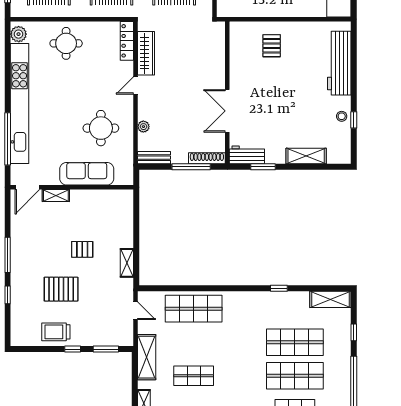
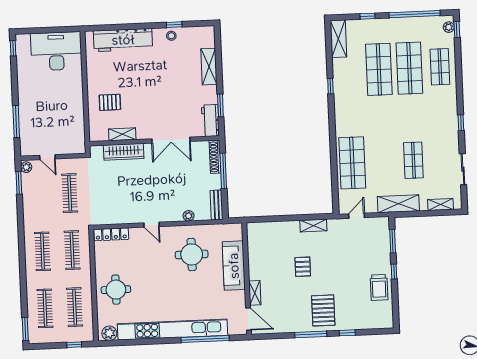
wardrobe: (146, 53) -> (124, 152), moved, turned 180
shelving: (236, 58) -> (122, 134), added
pallet: (61, 289) -> (323, 310), moved

